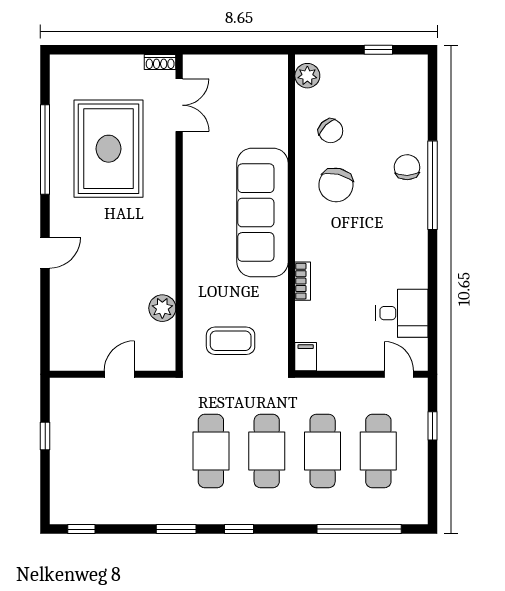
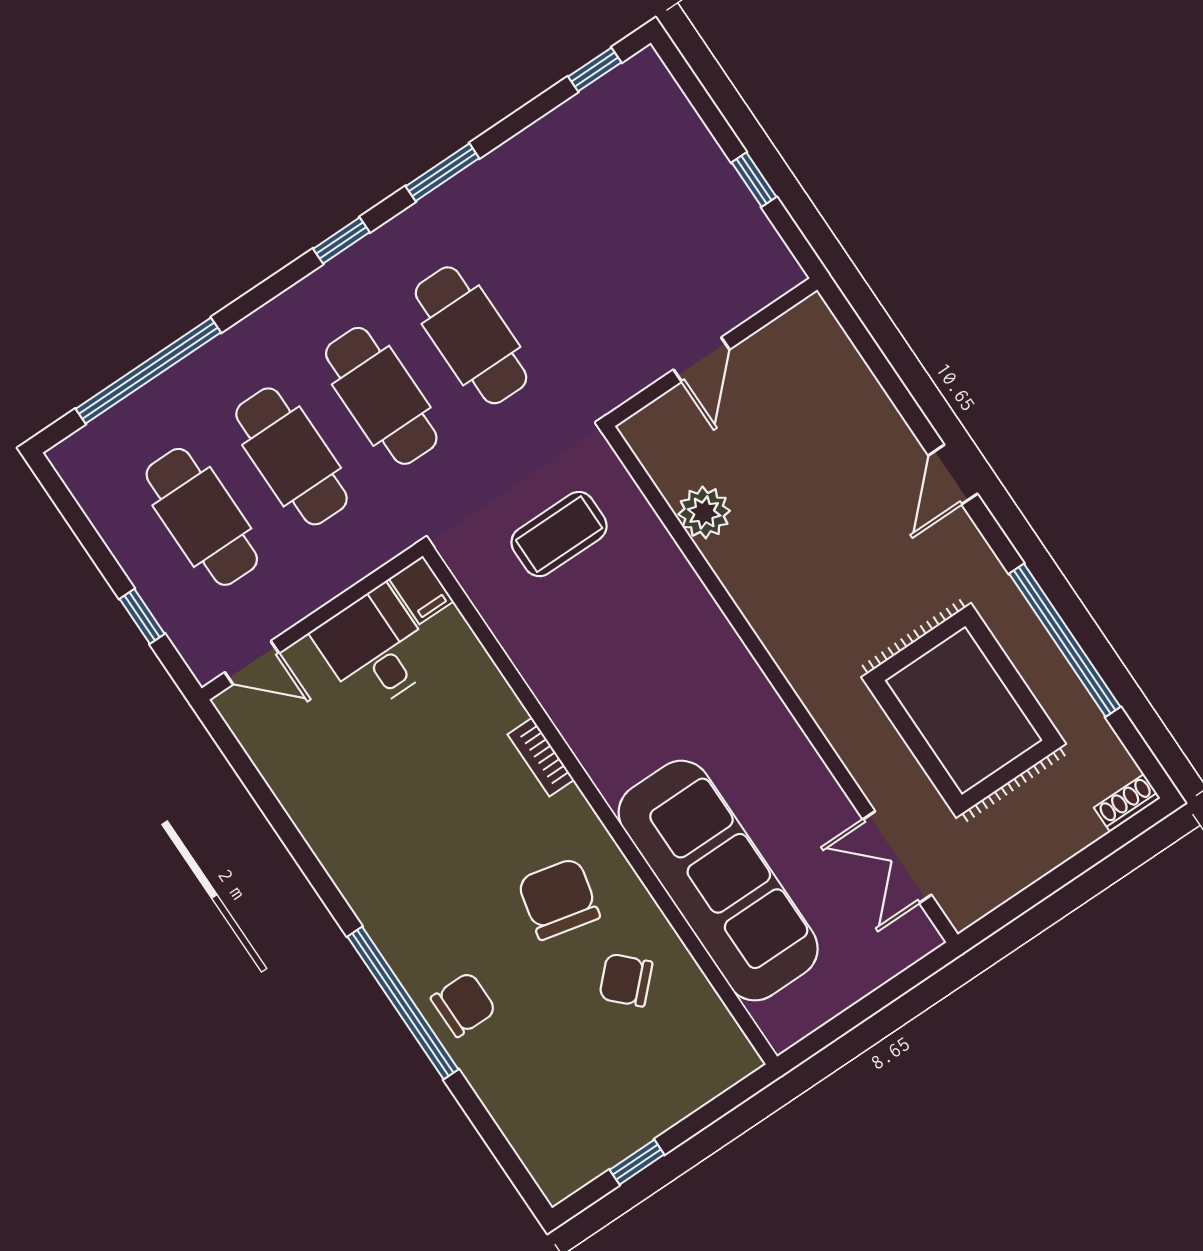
shoe rack: (160, 62) -> (1127, 803), moved
plant: (307, 76) -> (723, 1043), removed
chair: (407, 167) -> (464, 1004), turned -88
sofa: (262, 213) -> (718, 881), moved
bookcase: (303, 281) -> (541, 757), moved
desk: (402, 313) -> (375, 649), moved, turned 90

